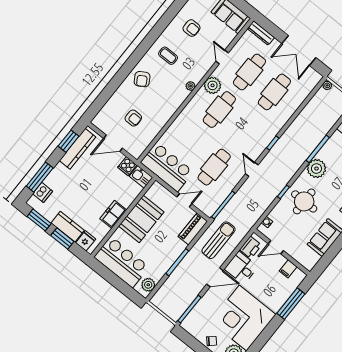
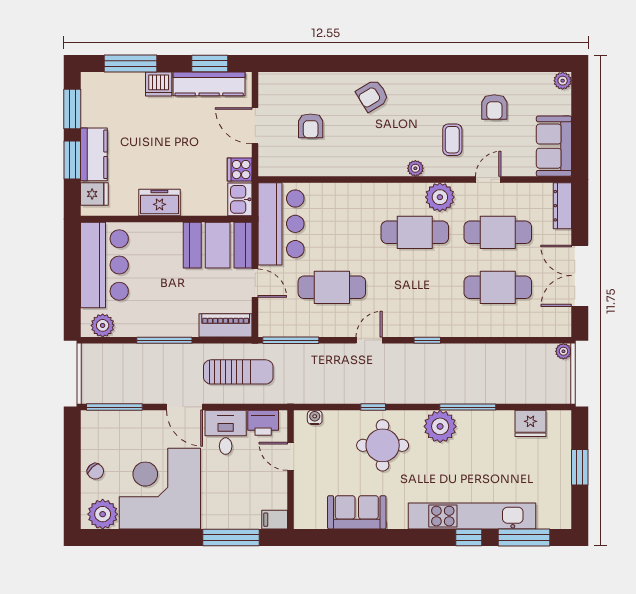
coffee table: (168, 56) -> (452, 140), moved
dishwasher: (43, 192) -> (159, 84), moved
booth: (141, 219) -> (218, 245), moved
filing cabinet: (288, 269) -> (275, 520), moved

